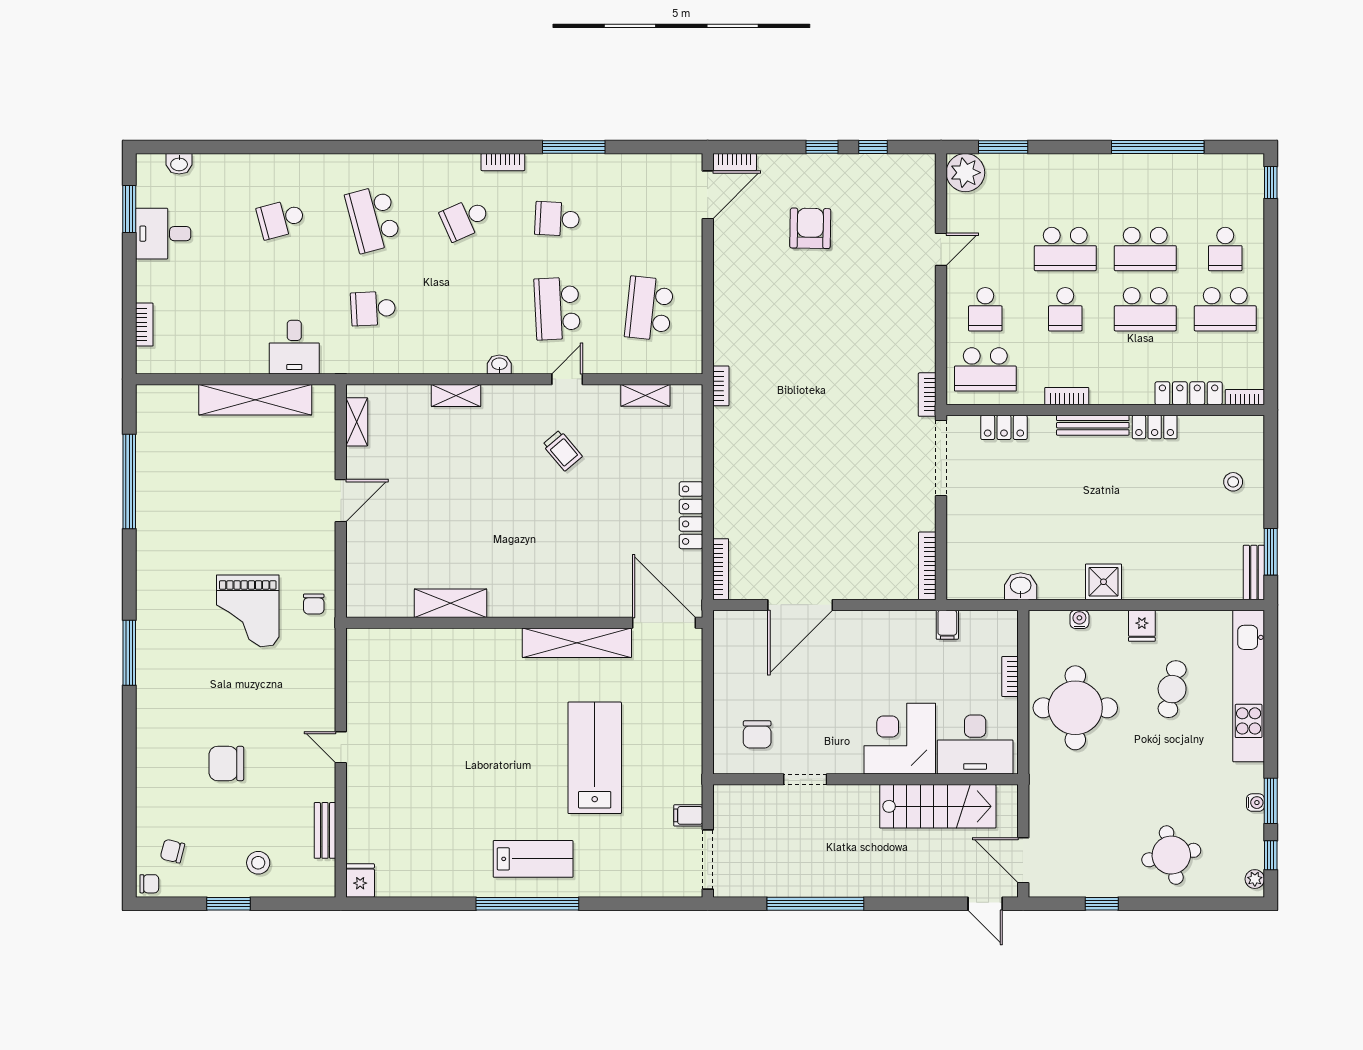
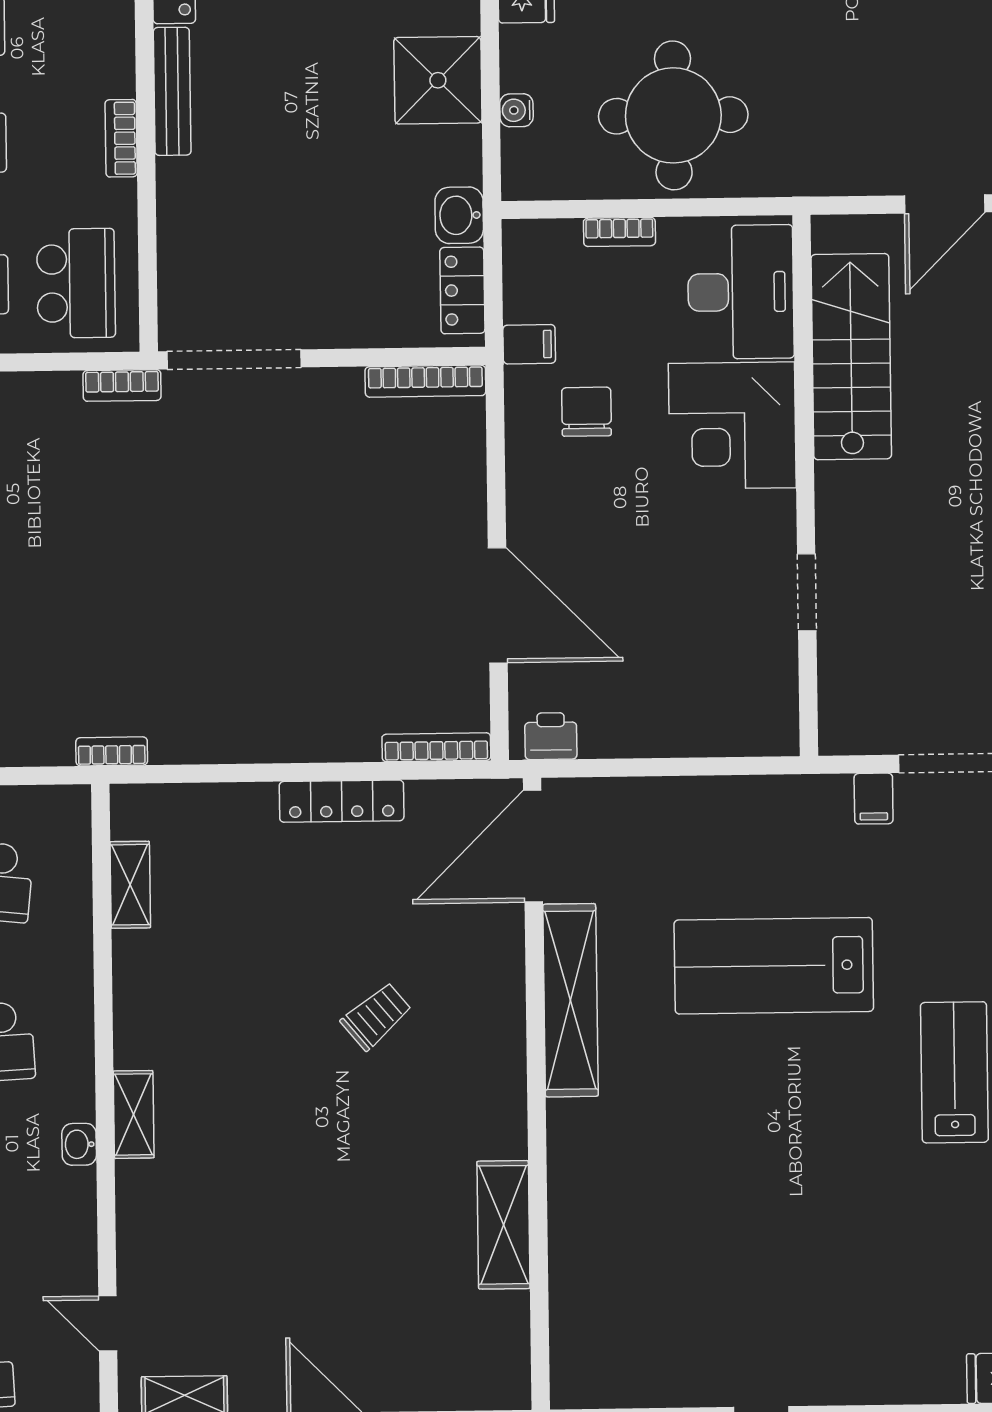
door: (567, 379) -> (108, 1323), moved
shelving: (456, 395) -> (134, 1114), moved
locker: (1004, 427) -> (462, 290), moved, turned 180
trolley: (562, 451) -> (376, 1016), moved
shower: (1104, 582) -> (438, 80), width x1.36, depth x1.36
printer: (726, 634) -> (551, 736), added
chair: (757, 734) -> (586, 412), moved, turned -90

